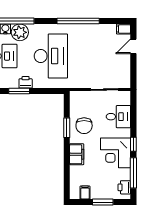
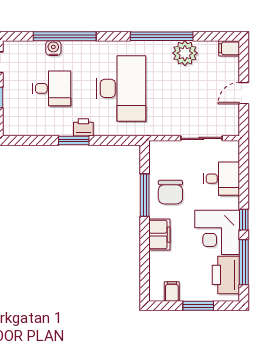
plant: (20, 32) -> (185, 53), moved
door: (133, 46) -> (244, 93), moved
window: (67, 128) -> (145, 195), width x1.44
printer: (124, 187) -> (226, 275), width x1.87, depth x1.48

